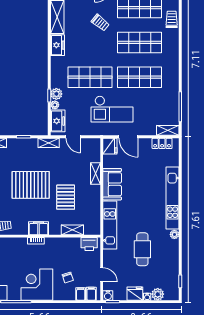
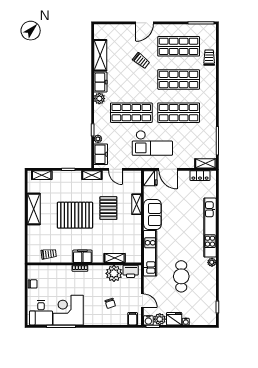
plant: (56, 94) -> (99, 99), moved
pallet: (66, 197) -> (108, 208), moved
plant: (72, 246) -> (114, 273), added
corner desk: (37, 285) -> (68, 310), moved
filing cabinet: (81, 294) -> (123, 319), removed
plant: (158, 294) -> (160, 319), moved

